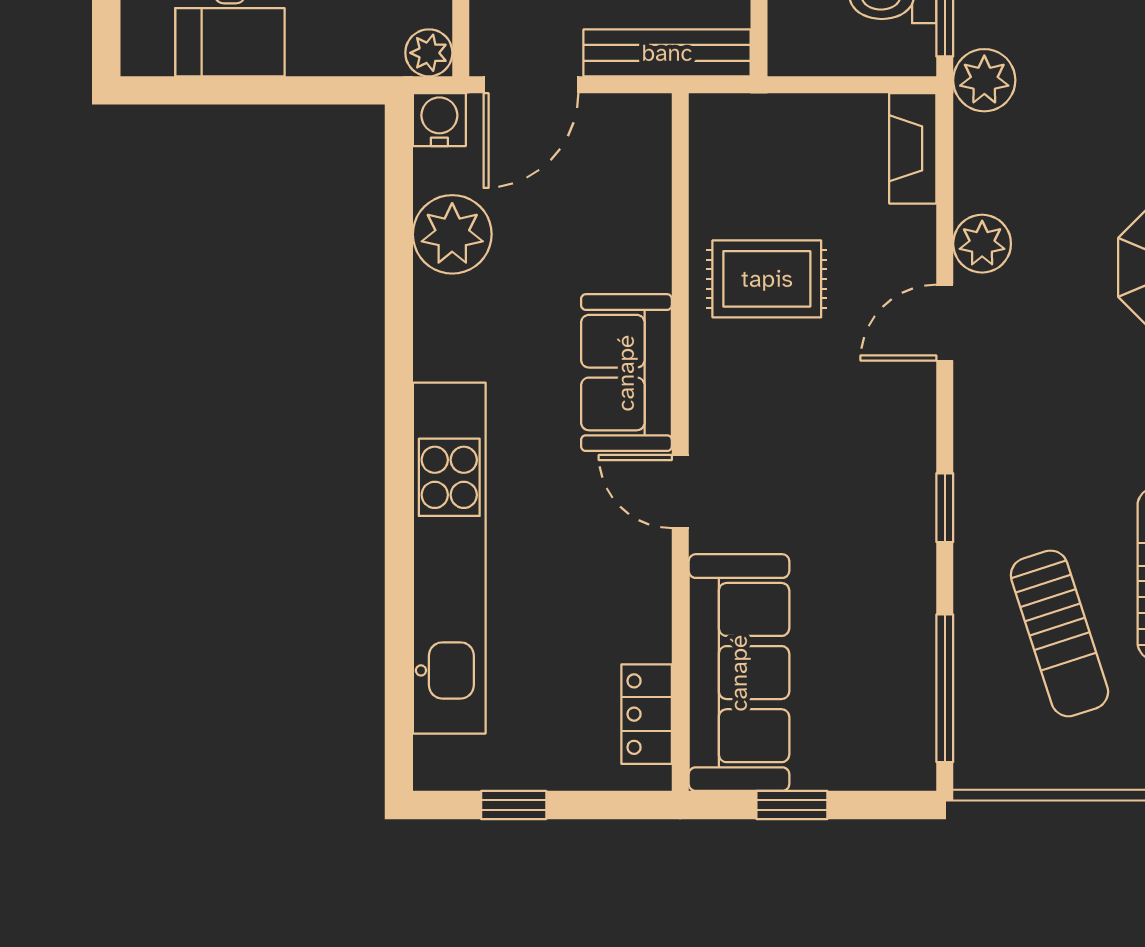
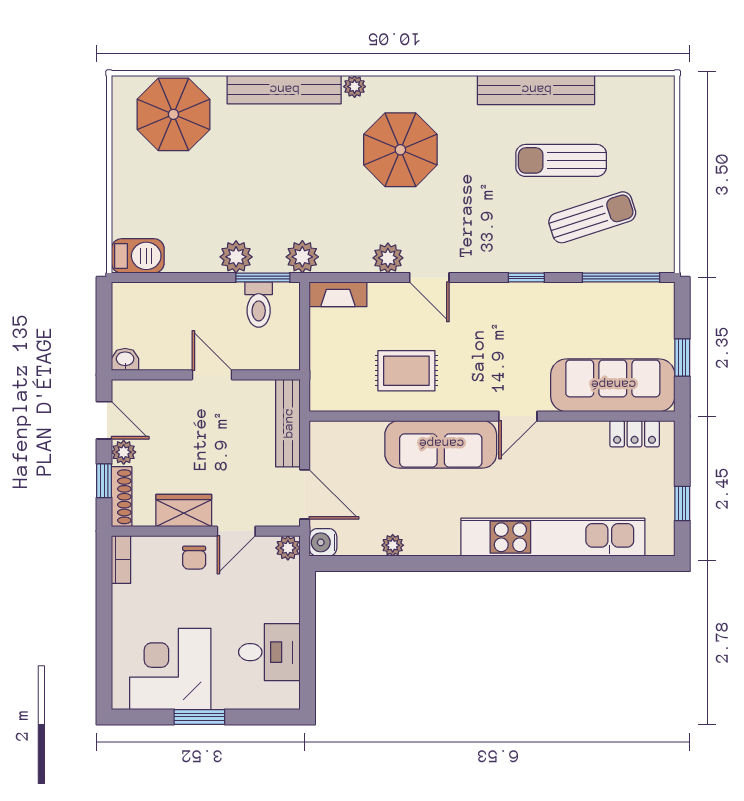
plant: (452, 234) -> (393, 545), width x0.53, depth x0.53
rug: (767, 279) -> (406, 371), turned 90
sofa: (626, 373) -> (441, 444), width x1.36

